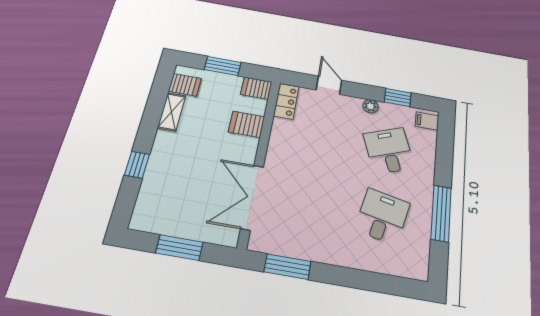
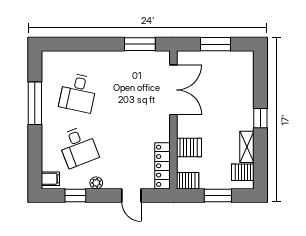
locker: (286, 101) -> (162, 166), width x1.53
window: (137, 165) -> (260, 118), moved

